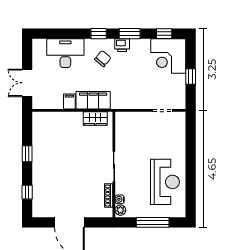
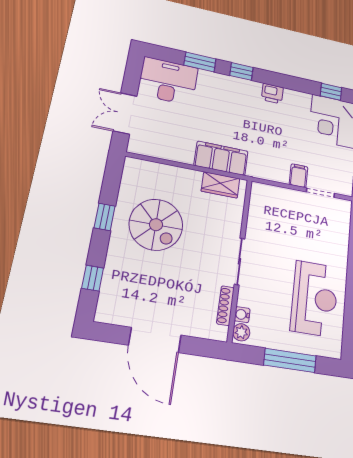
window: (130, 34) -> (200, 62), moved
desk: (65, 53) -> (168, 81), moved
chair: (103, 59) -> (243, 105), removed
filing cabinet: (69, 101) -> (299, 176), moved
spiral stairs: (59, 153) -> (156, 225), added

